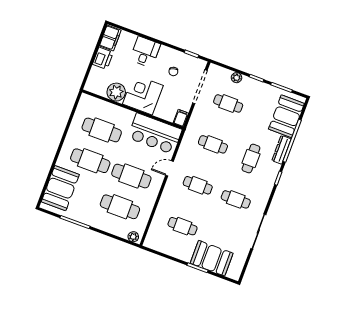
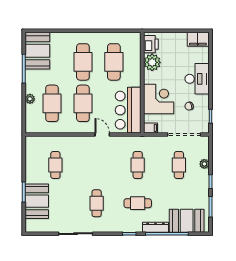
desk: (145, 52) -> (197, 79), width x1.37
printer: (103, 58) -> (151, 44), moved, turned -90
corner desk: (143, 95) -> (159, 99), moved
cafe table: (198, 185) -> (97, 165), removed
booth: (60, 188) -> (37, 51), moved, turned 90
plant: (133, 237) -> (30, 99), moved

